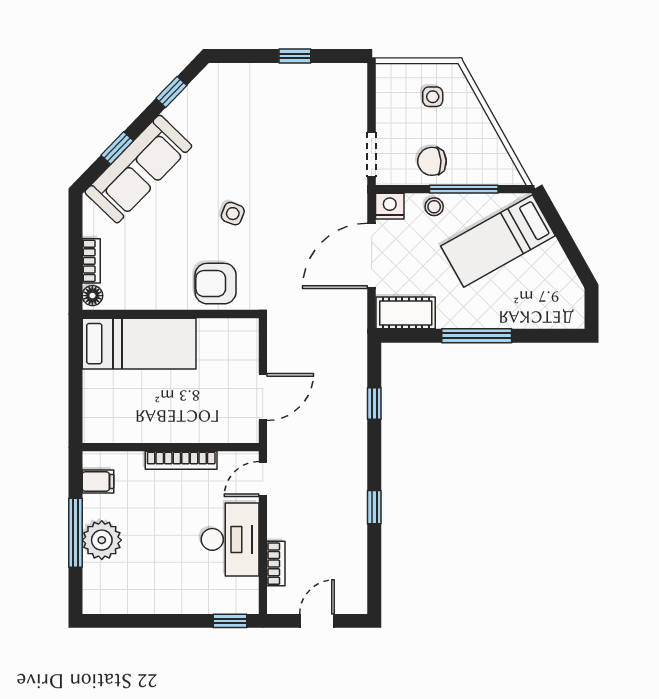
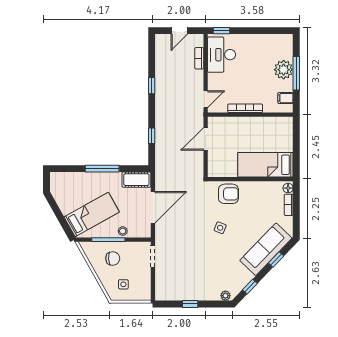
plant: (222, 73) -> (225, 296), added
chair: (432, 161) -> (113, 258), moved
nightstand: (390, 206) -> (144, 231), removed
desk: (230, 539) -> (221, 55), moved

